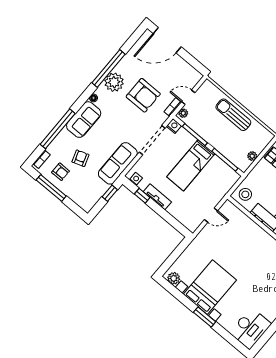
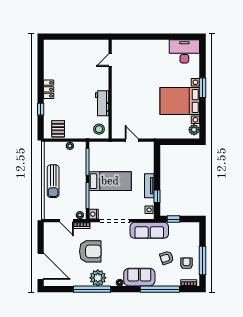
armchair: (143, 95) -> (90, 251), turned 90

